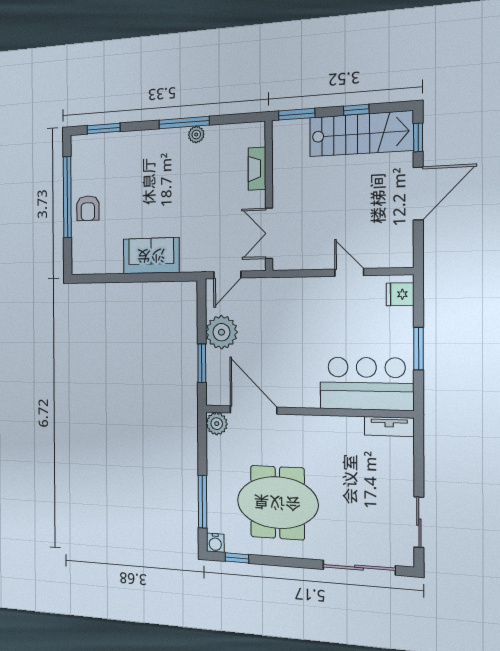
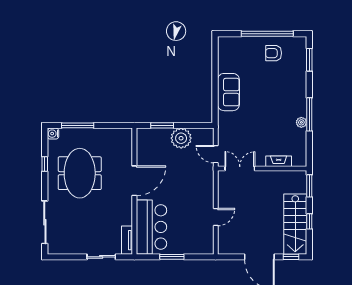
armchair: (88, 208) -> (274, 53), moved
door: (227, 275) -> (216, 154), moved
fridge: (400, 294) -> (203, 247), removed
door: (253, 410) -> (134, 181), moved
plant: (217, 424) -> (126, 135), removed
sliding door: (419, 522) -> (101, 257), moved
window: (237, 558) -> (45, 164), moved

